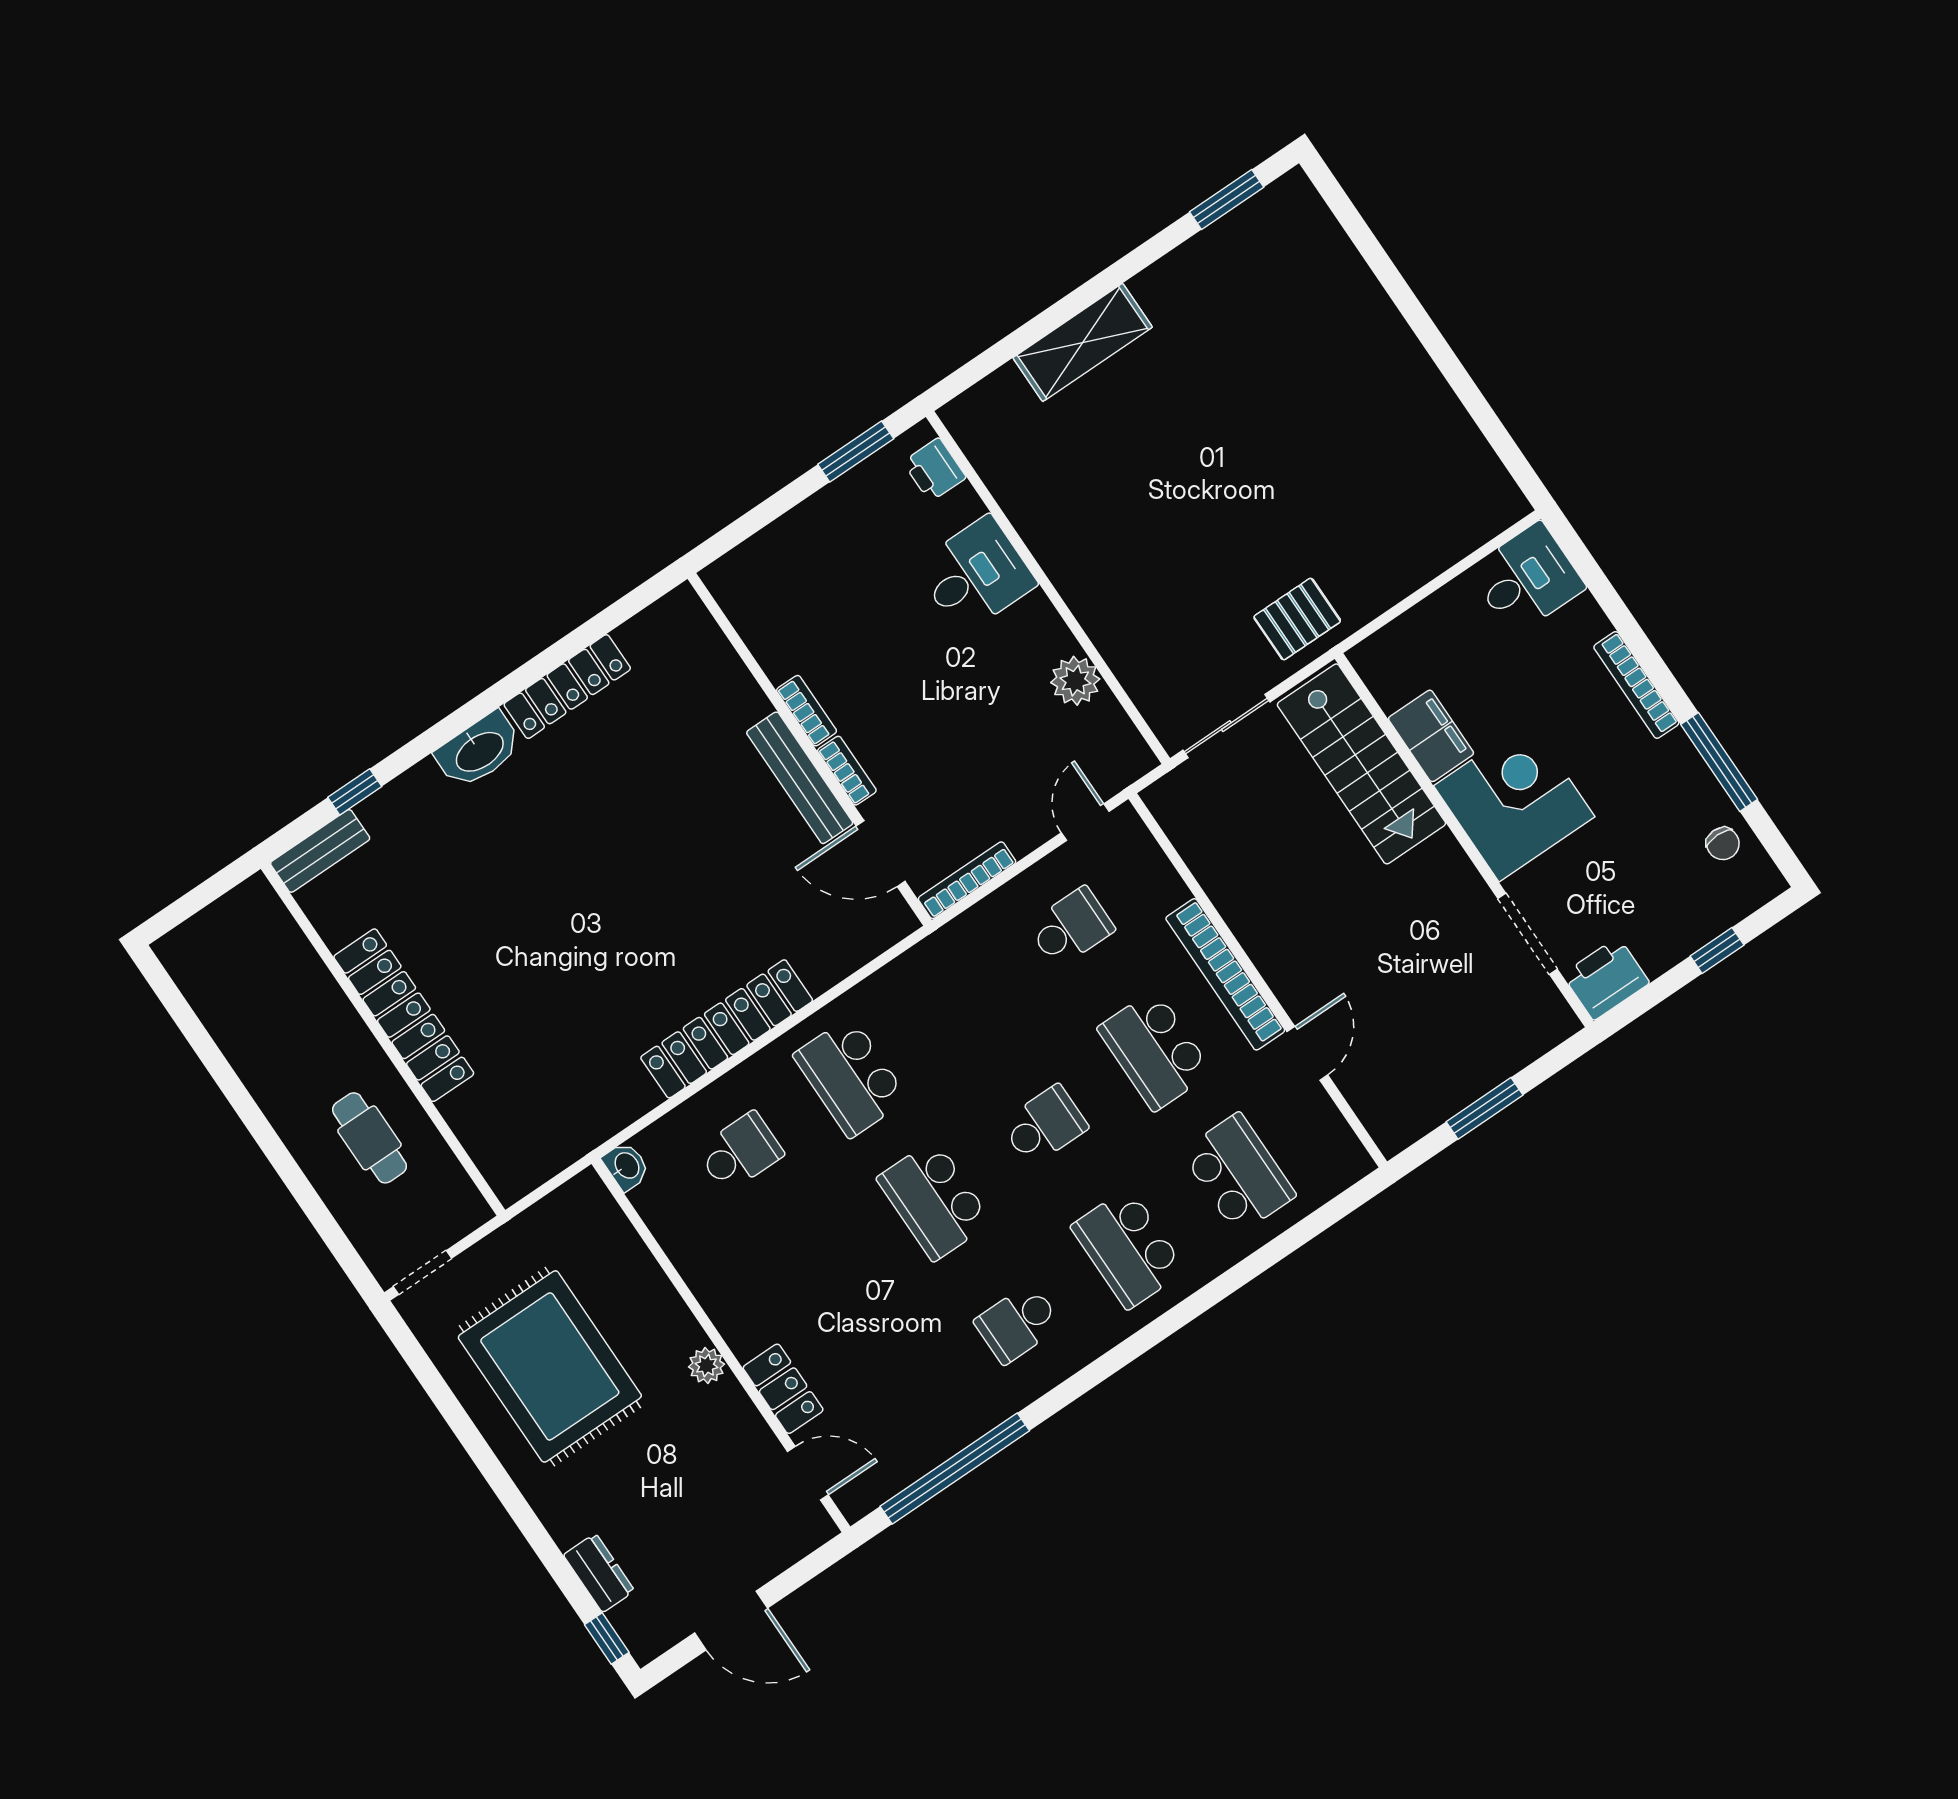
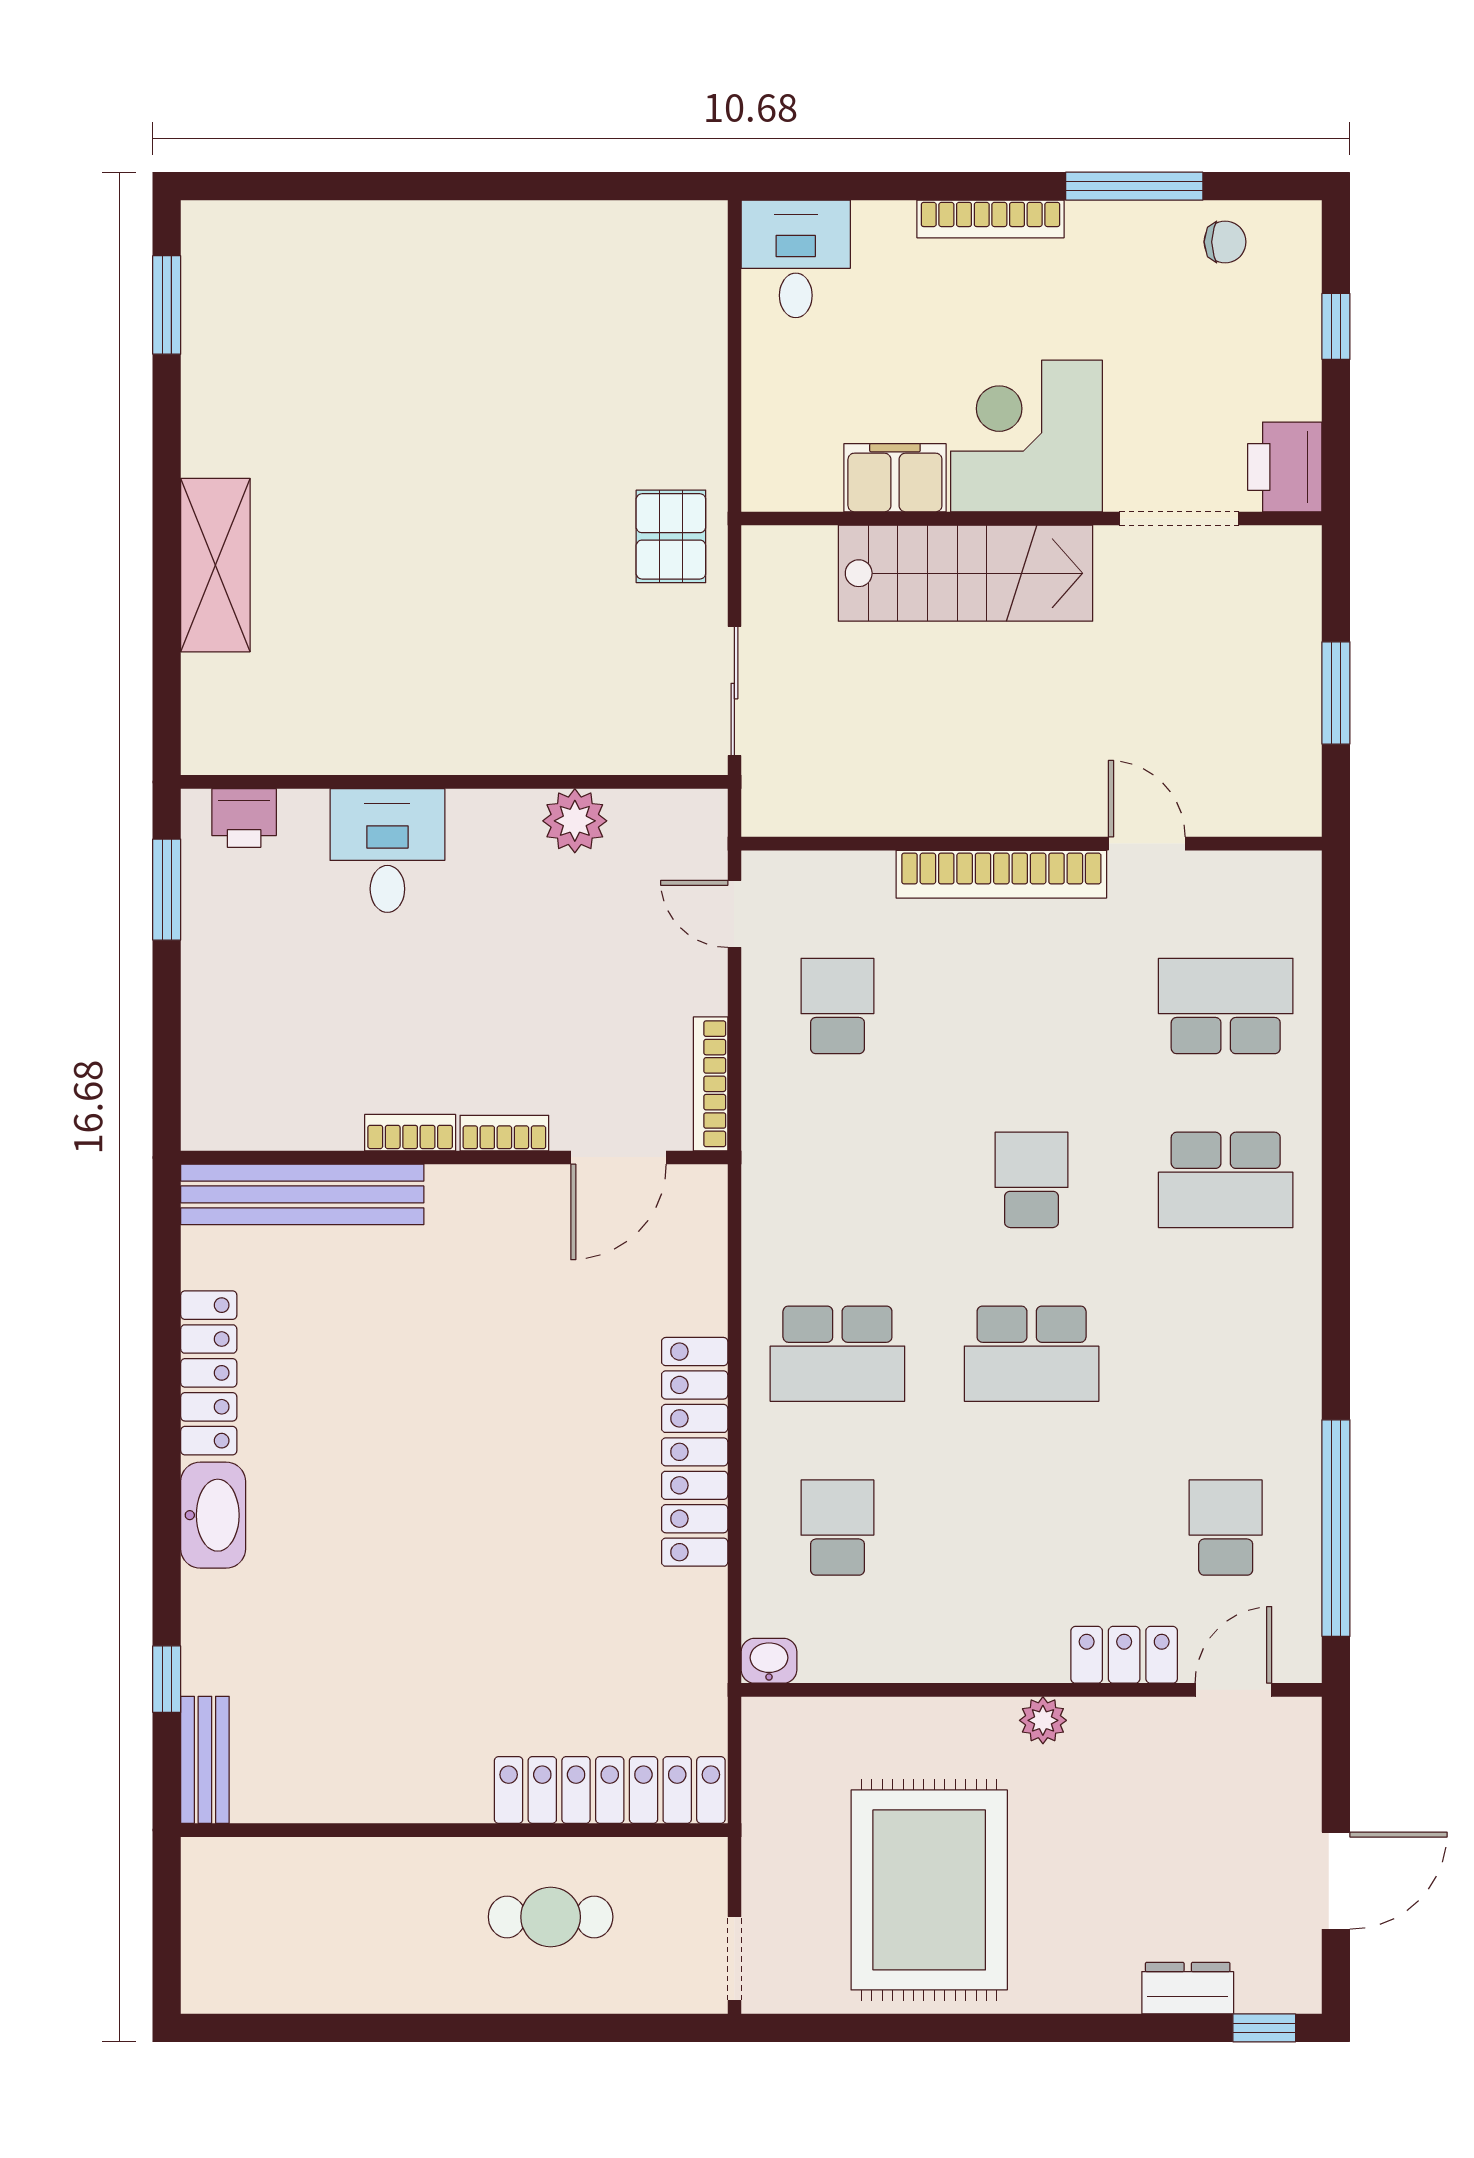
stairs: (1361, 764) -> (966, 573), moved
bench: (800, 778) -> (302, 1194), moved, width x1.37, depth x1.21
locker: (404, 1015) -> (610, 1790), moved
school desk: (1155, 1050) -> (1032, 1006), removed
school desk: (1018, 1323) -> (1226, 1528), moved, turned 180
rug: (550, 1366) -> (929, 1890), turned 90

